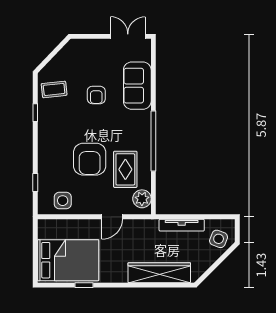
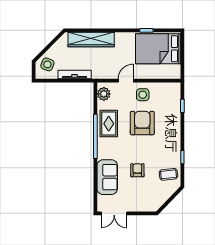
rug: (125, 169) -> (109, 124), moved
side table: (63, 201) -> (143, 95), moved

